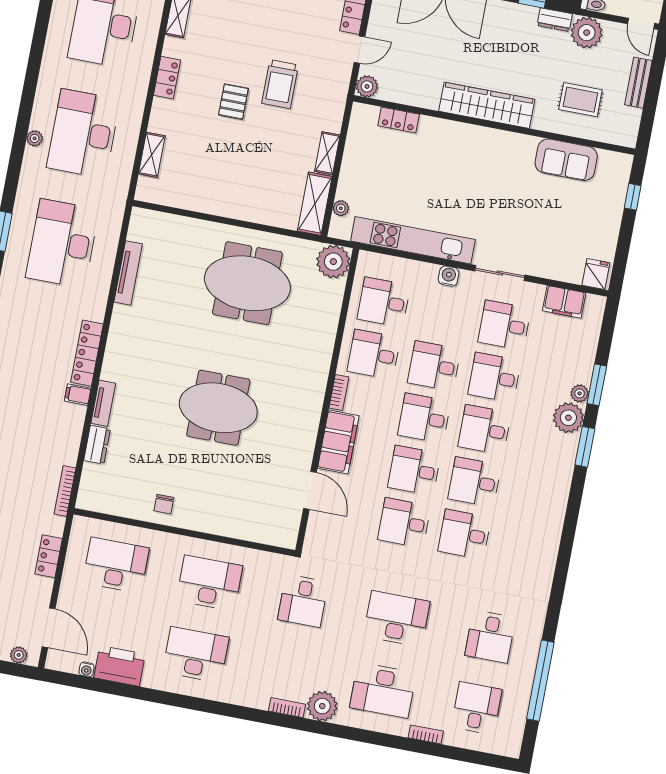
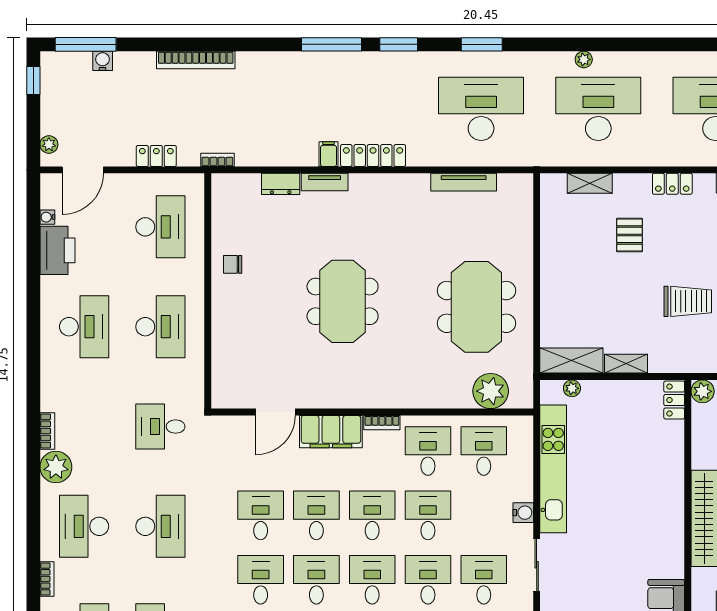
trolley: (280, 84) -> (688, 301), turned 180
pallet: (233, 102) -> (630, 235), moved, turned 90
locker: (399, 120) -> (674, 400), moved
plant: (333, 262) -> (491, 391), moved
bookcase: (65, 491) -> (217, 160), width x0.64

